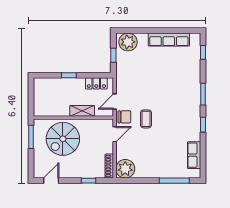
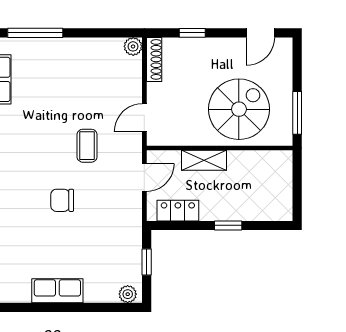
row of seats: (169, 40) -> (57, 291), width x0.68
plant: (128, 42) -> (128, 294), width x0.53, depth x0.53
chair: (124, 117) -> (62, 200), moved
plant: (125, 169) -> (133, 46), width x0.53, depth x0.53

